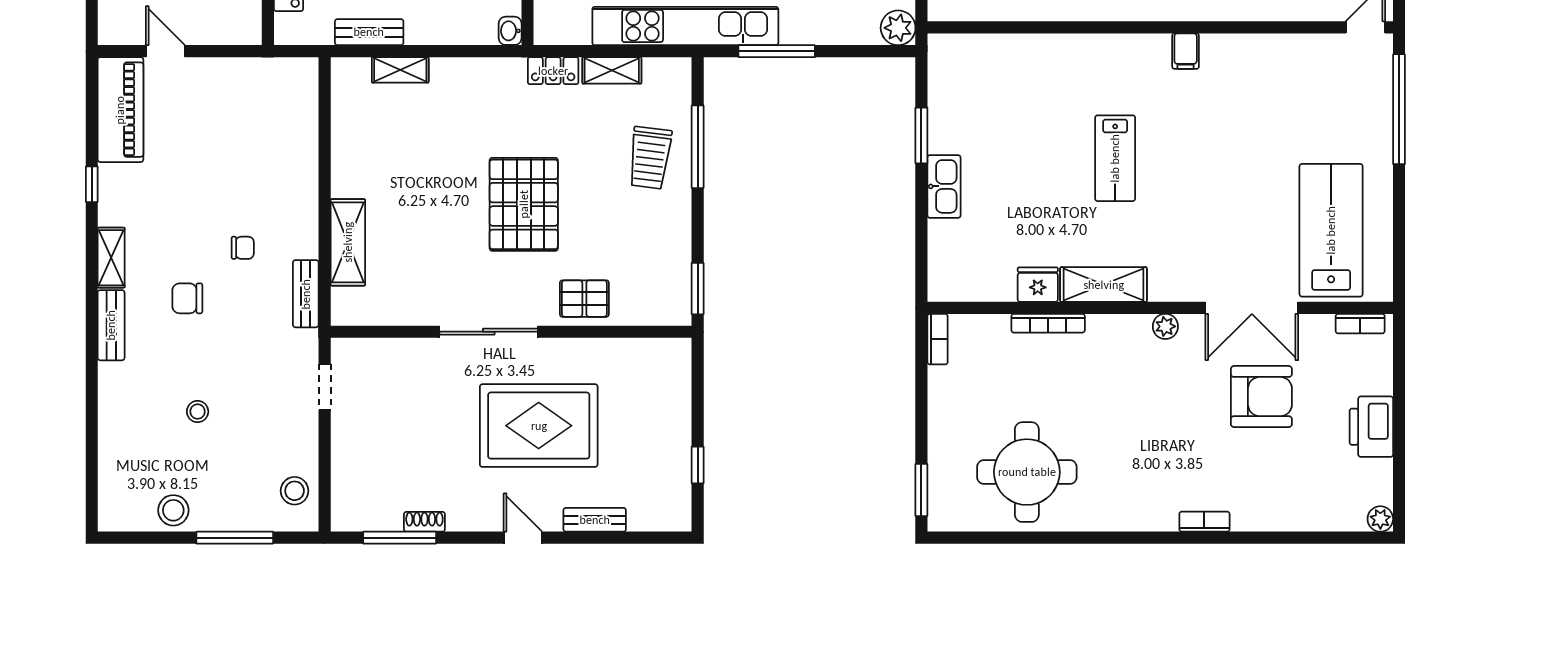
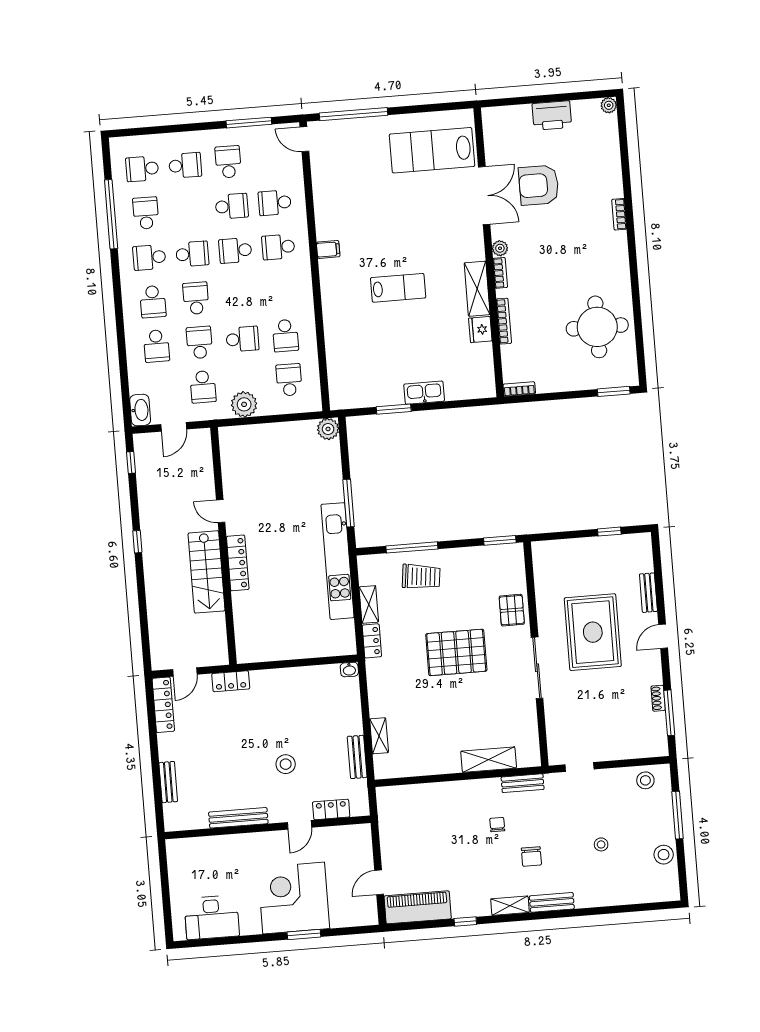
bookcase: (1360, 324) -> (500, 273), moved
armchair: (1261, 397) -> (539, 185), turned -90

